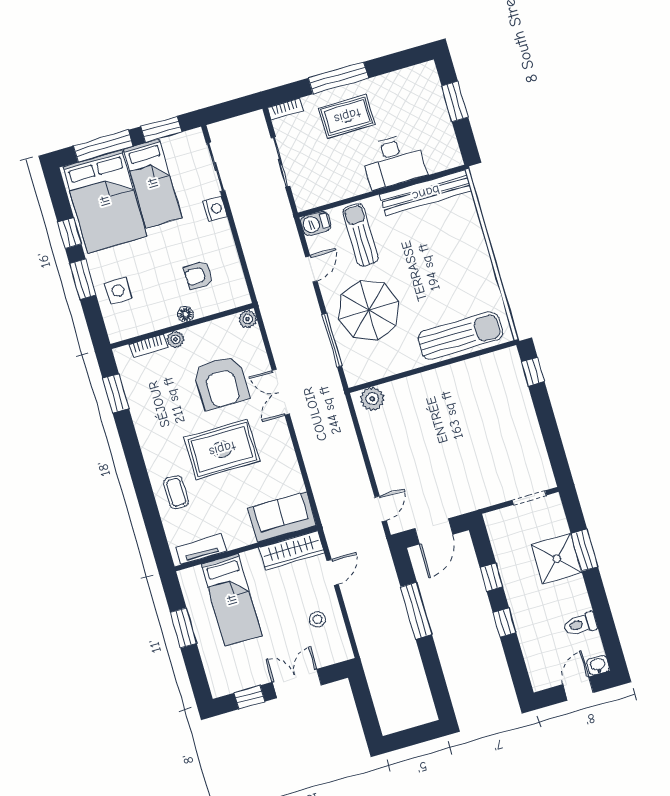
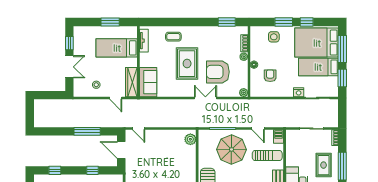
window: (505, 623) -> (55, 170), moved

